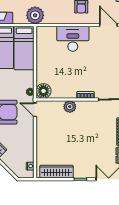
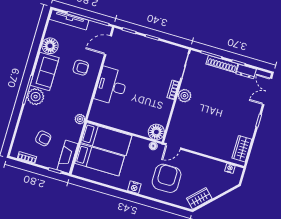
plant: (35, 15) -> (80, 119), width x0.53, depth x0.53
plant: (70, 107) -> (185, 96), moved
wardrobe: (56, 172) -> (242, 149), width x0.67

